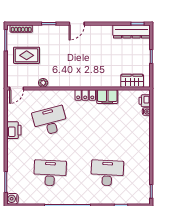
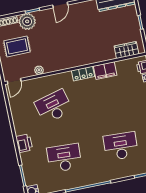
plant: (41, 33) -> (27, 21), added
printer: (14, 130) -> (24, 143), moved

